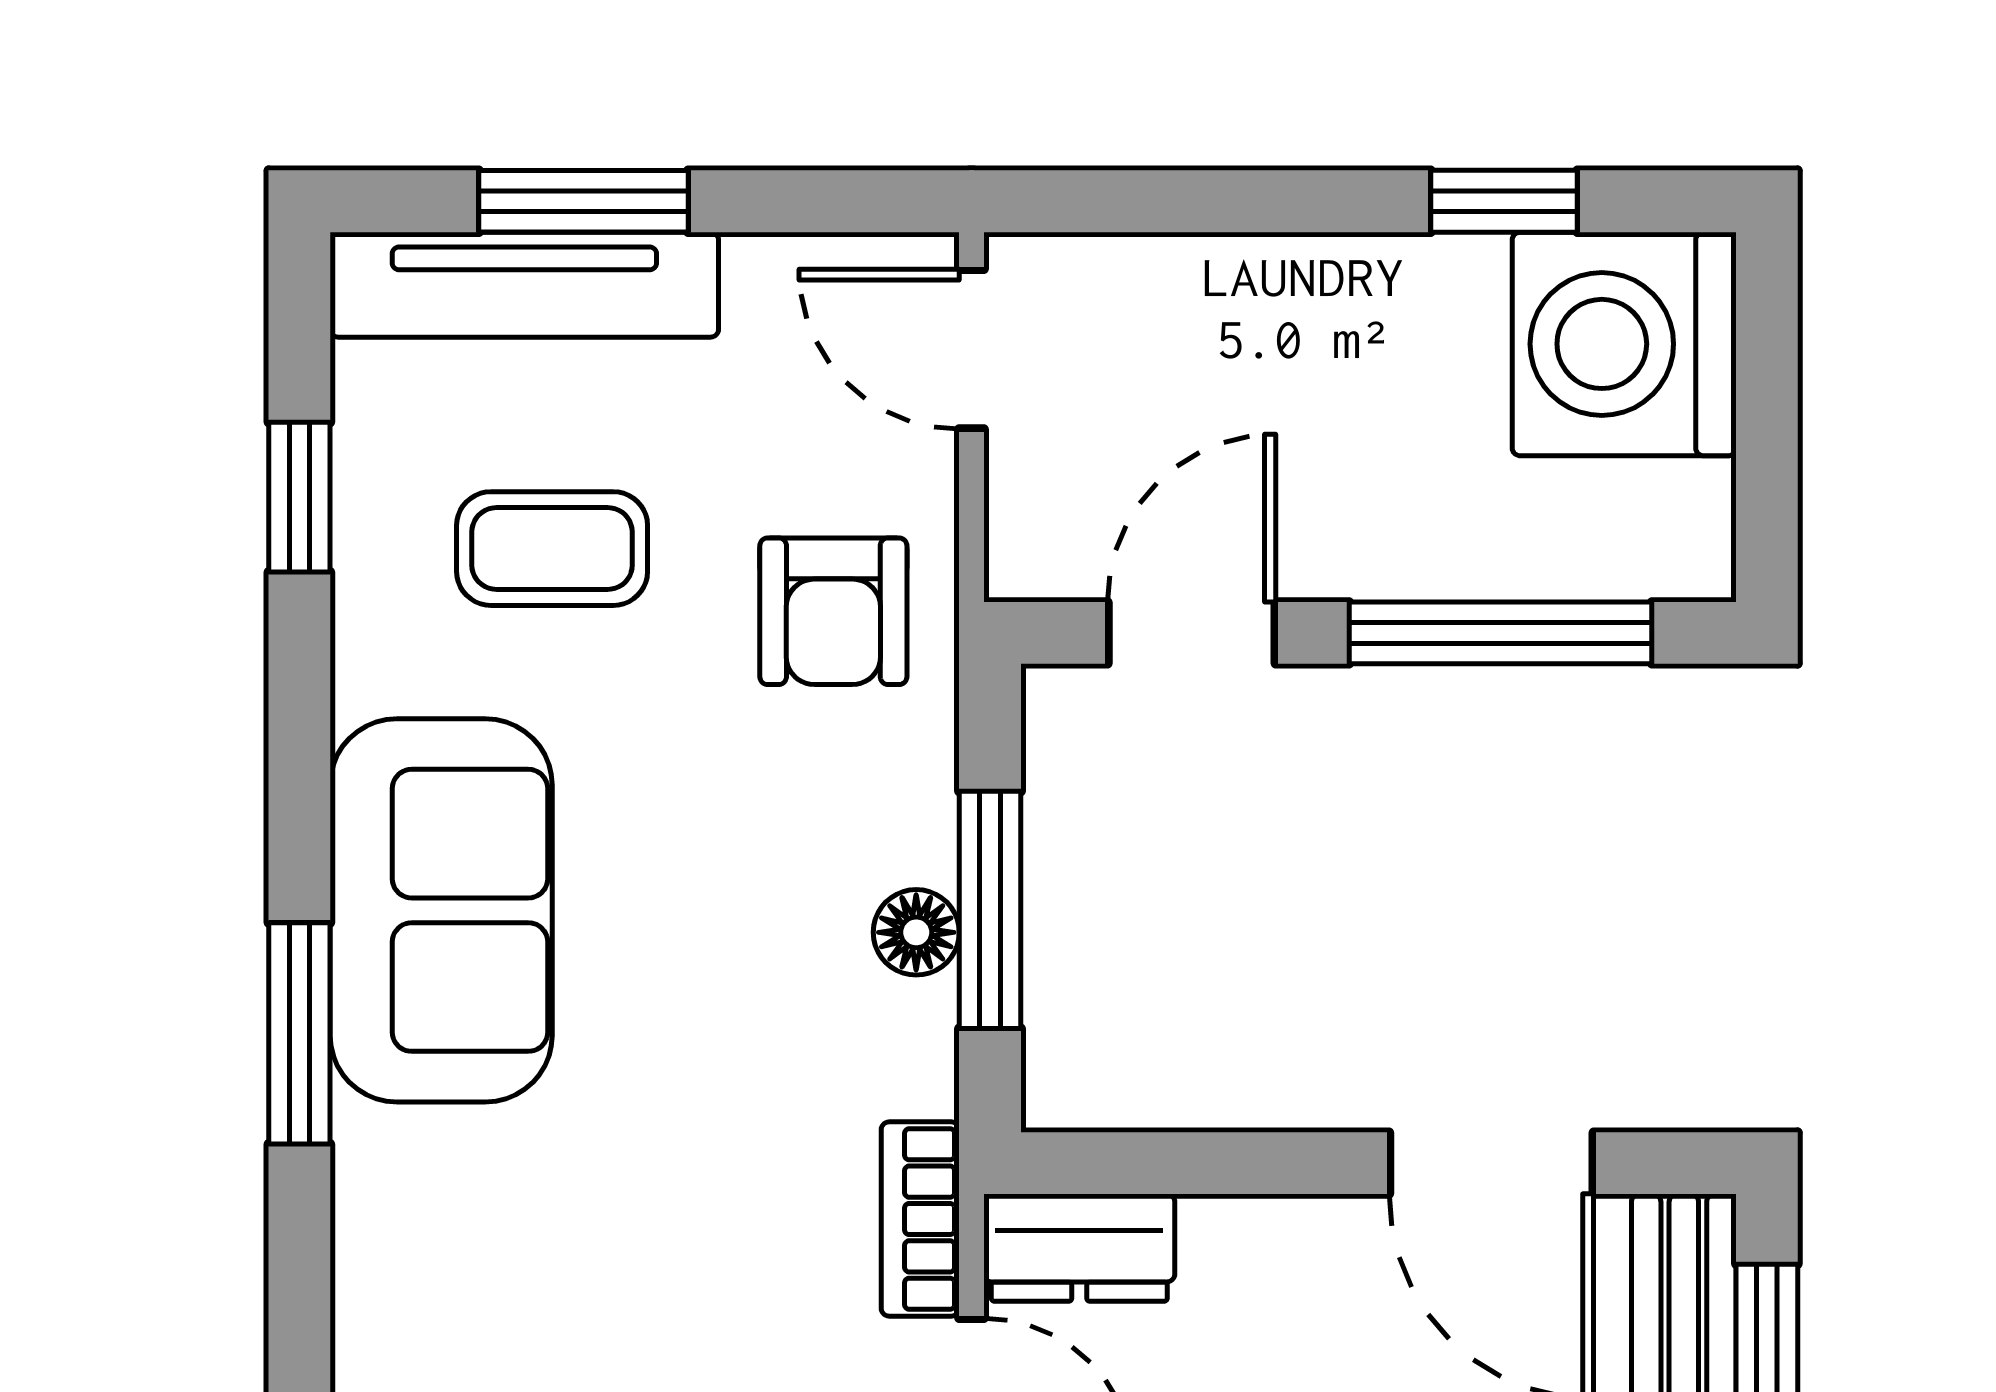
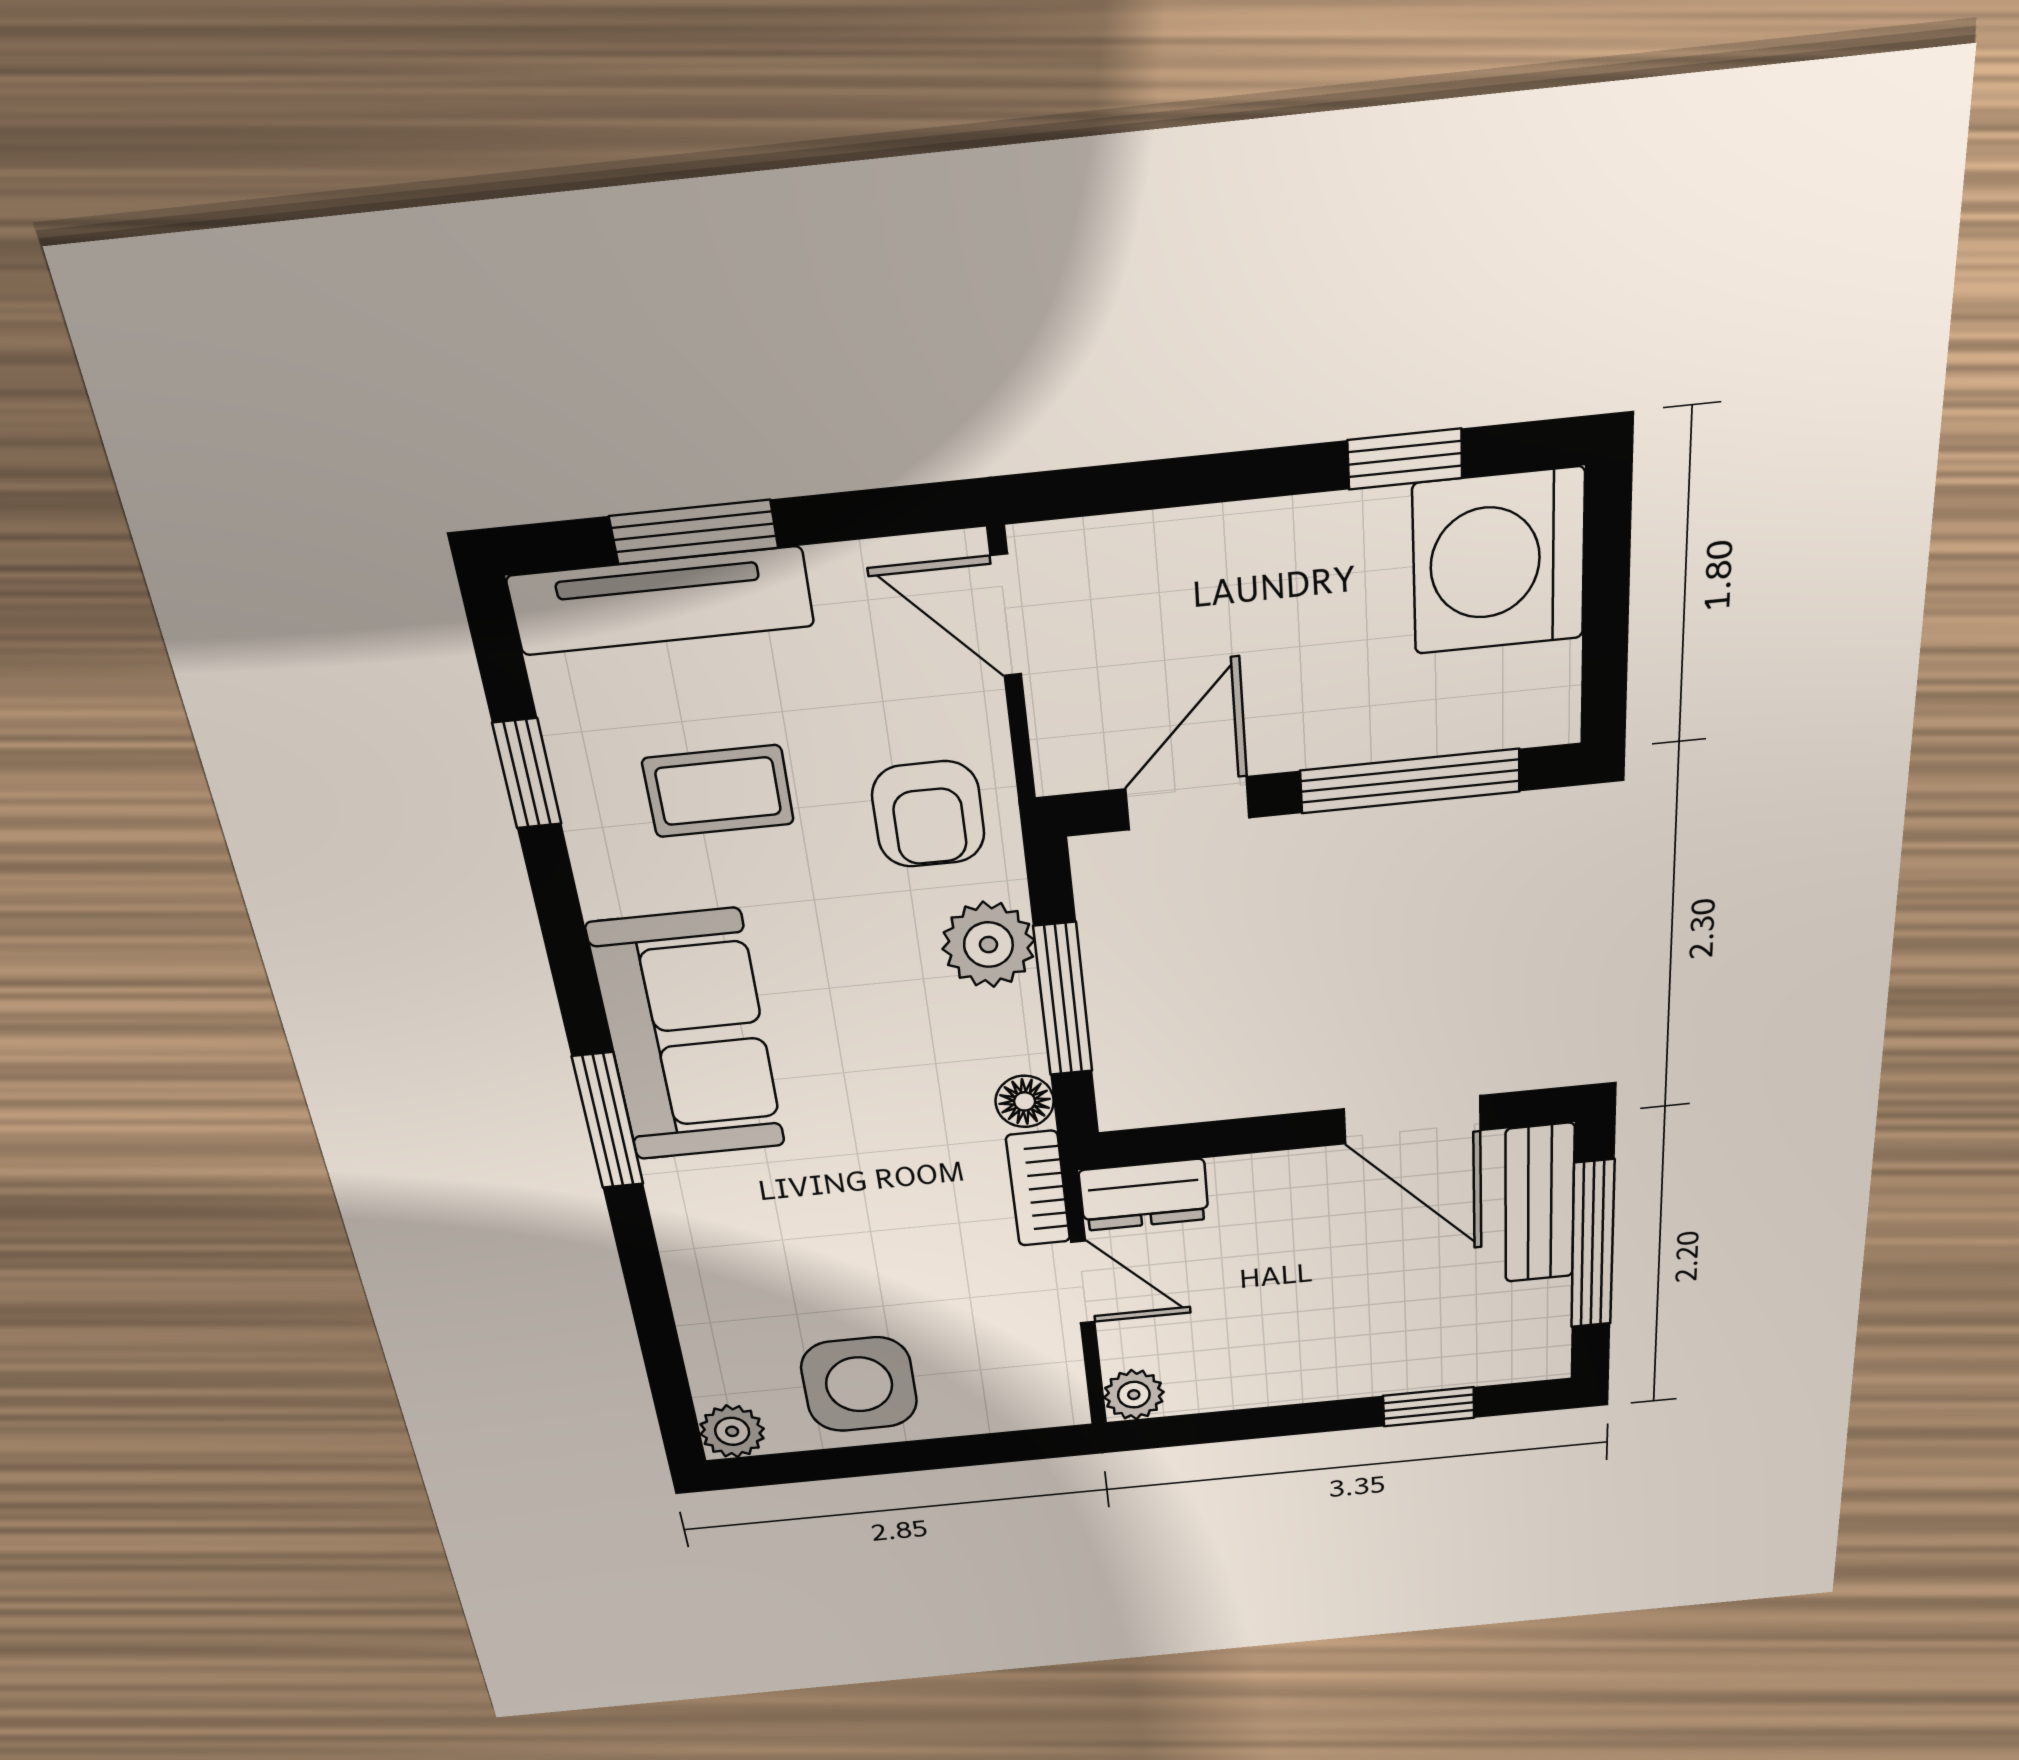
plant: (893, 813) -> (988, 945), added
floor lamp: (916, 932) -> (1025, 1101), moved

